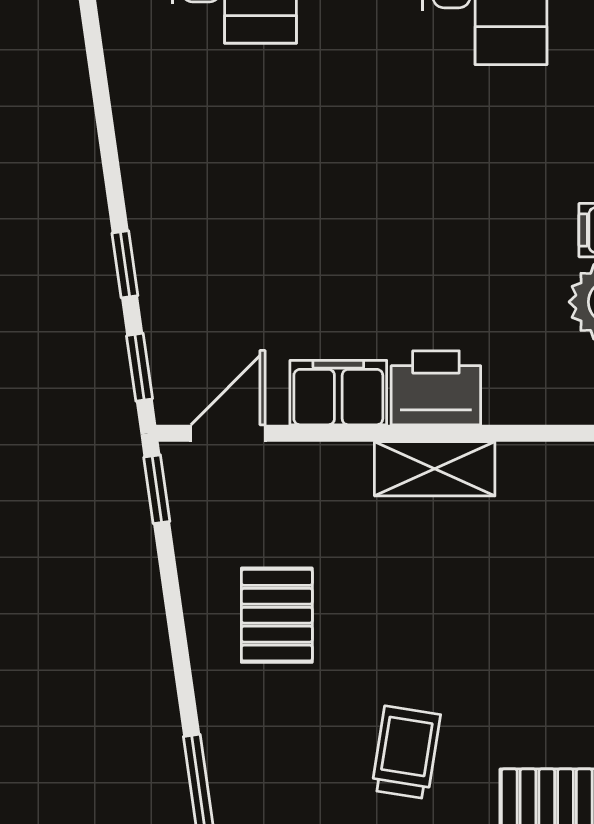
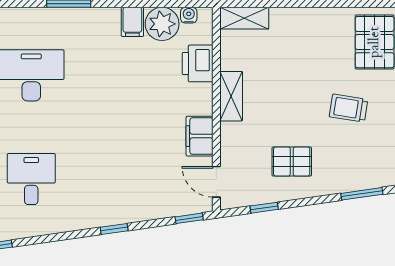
window: (125, 264) -> (114, 229), moved
printer: (436, 388) -> (198, 63), moved
window: (157, 489) -> (264, 208), moved

